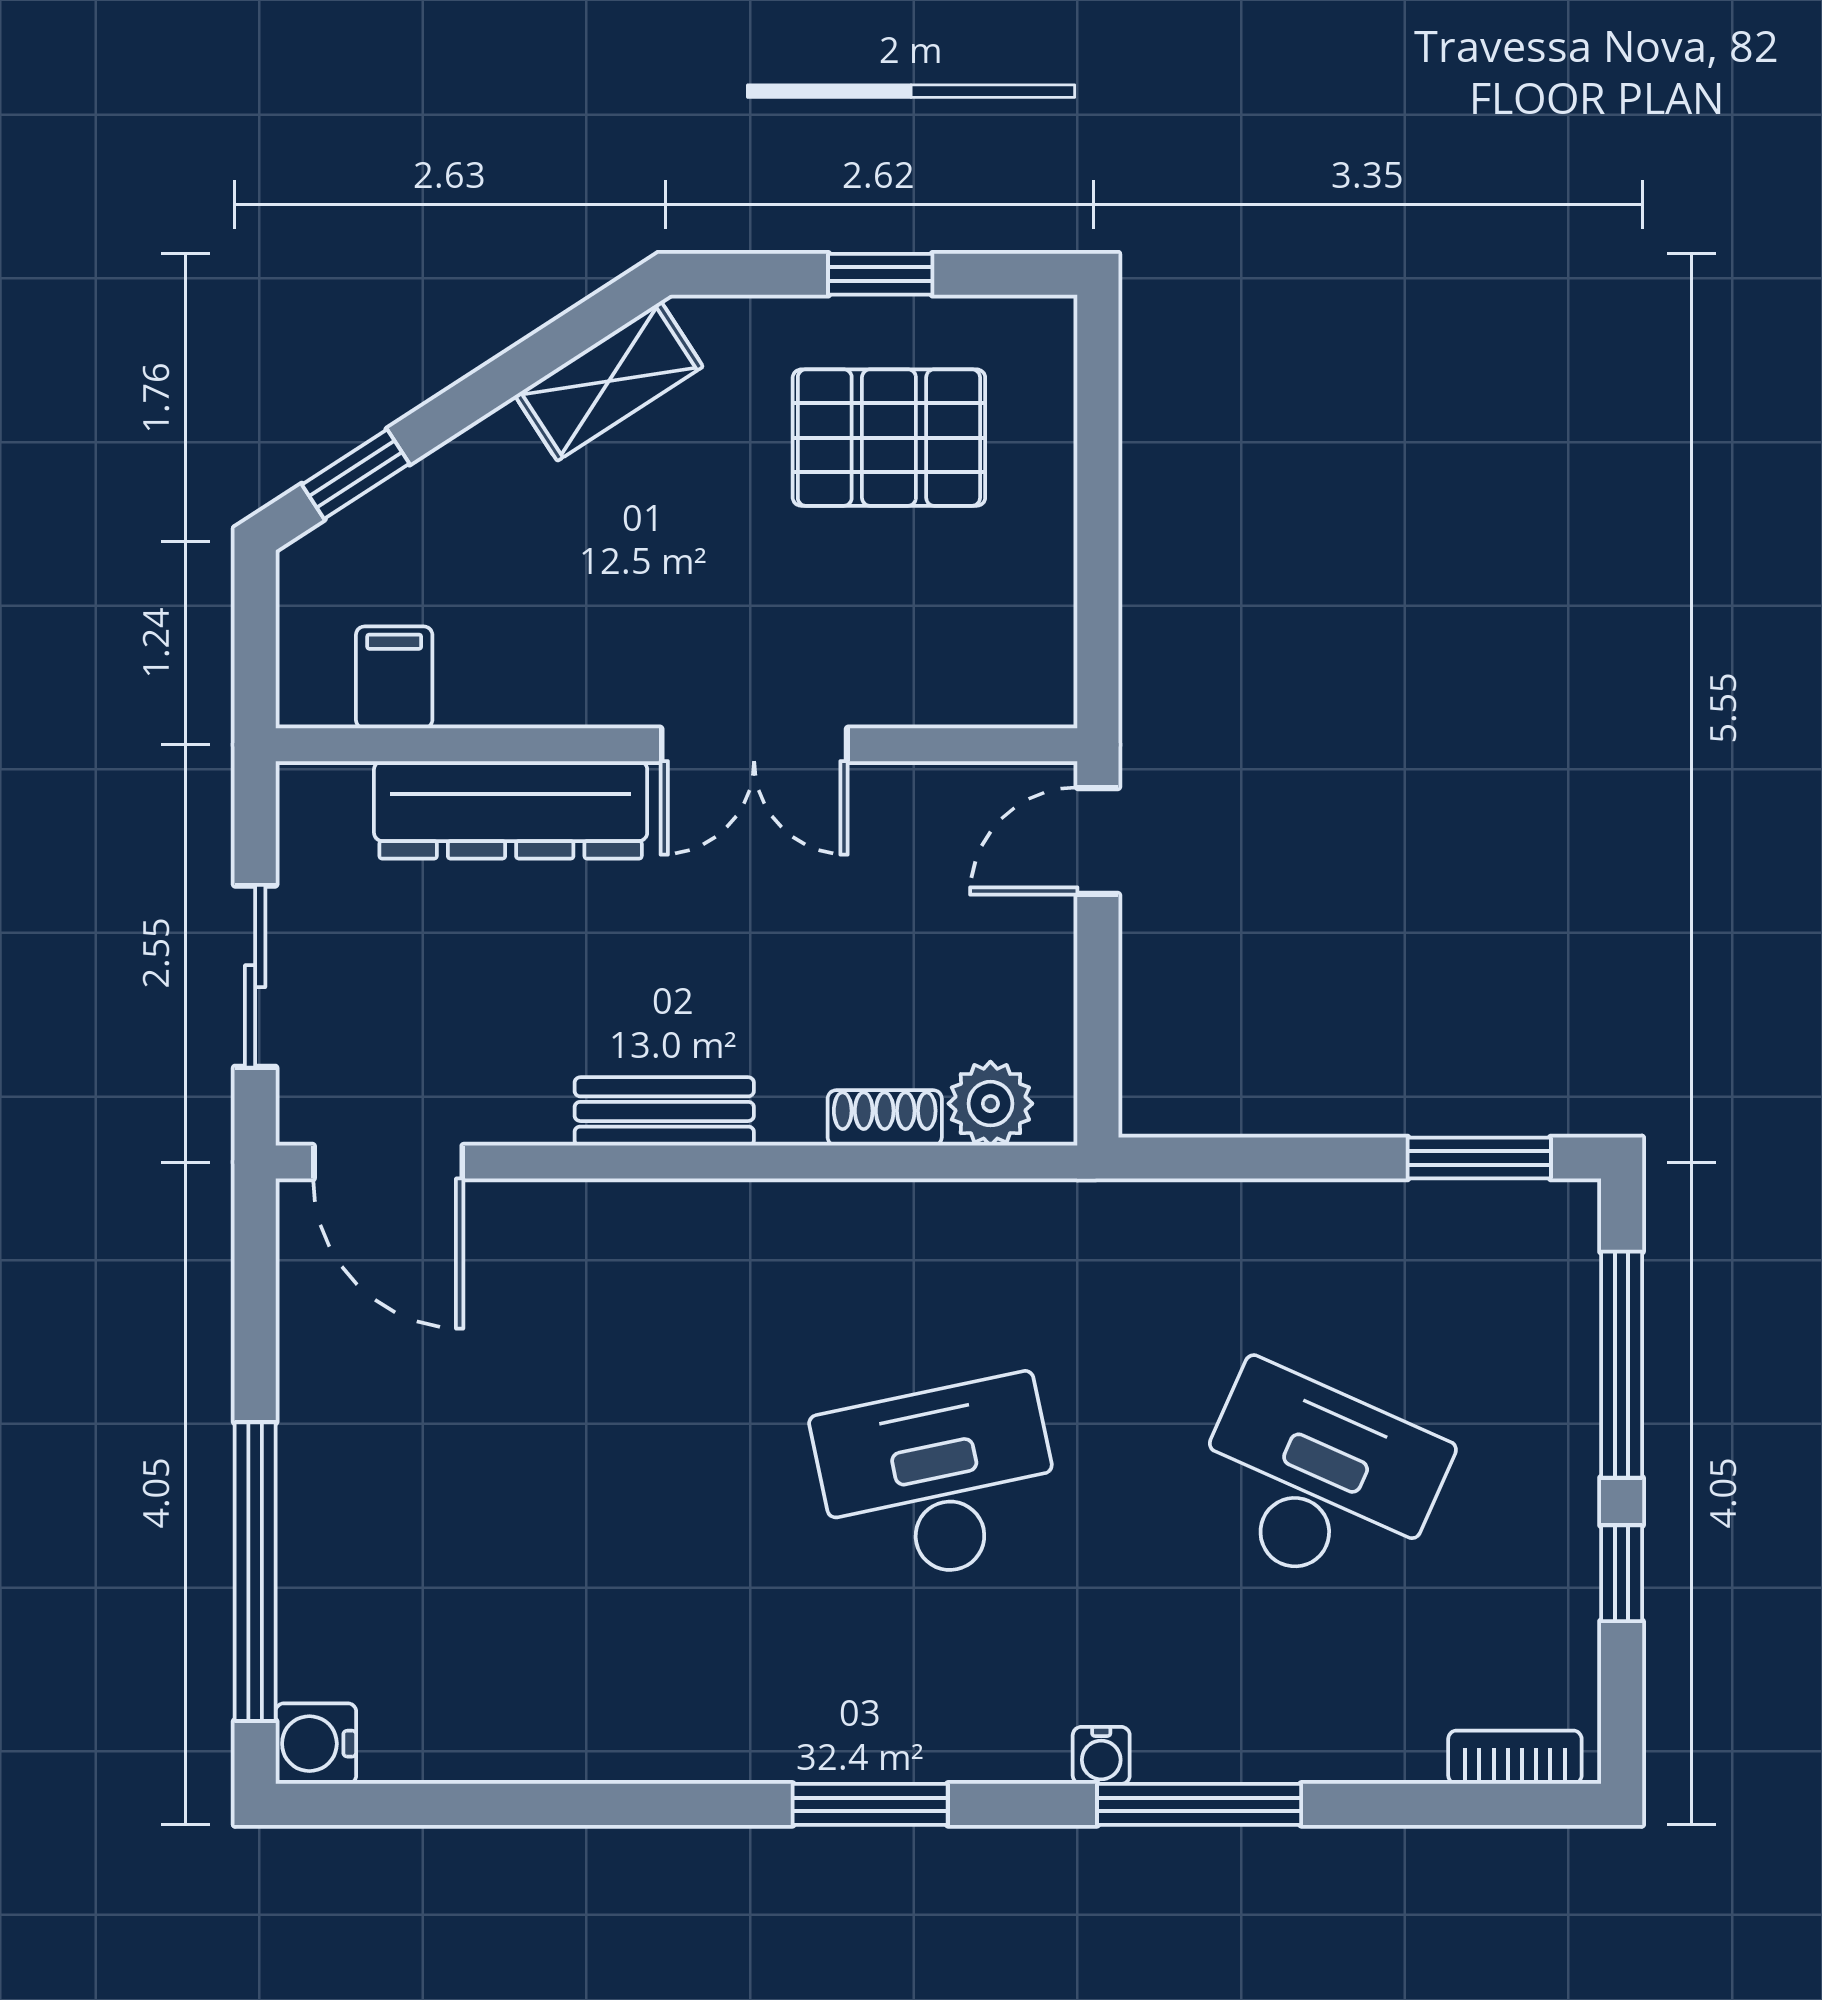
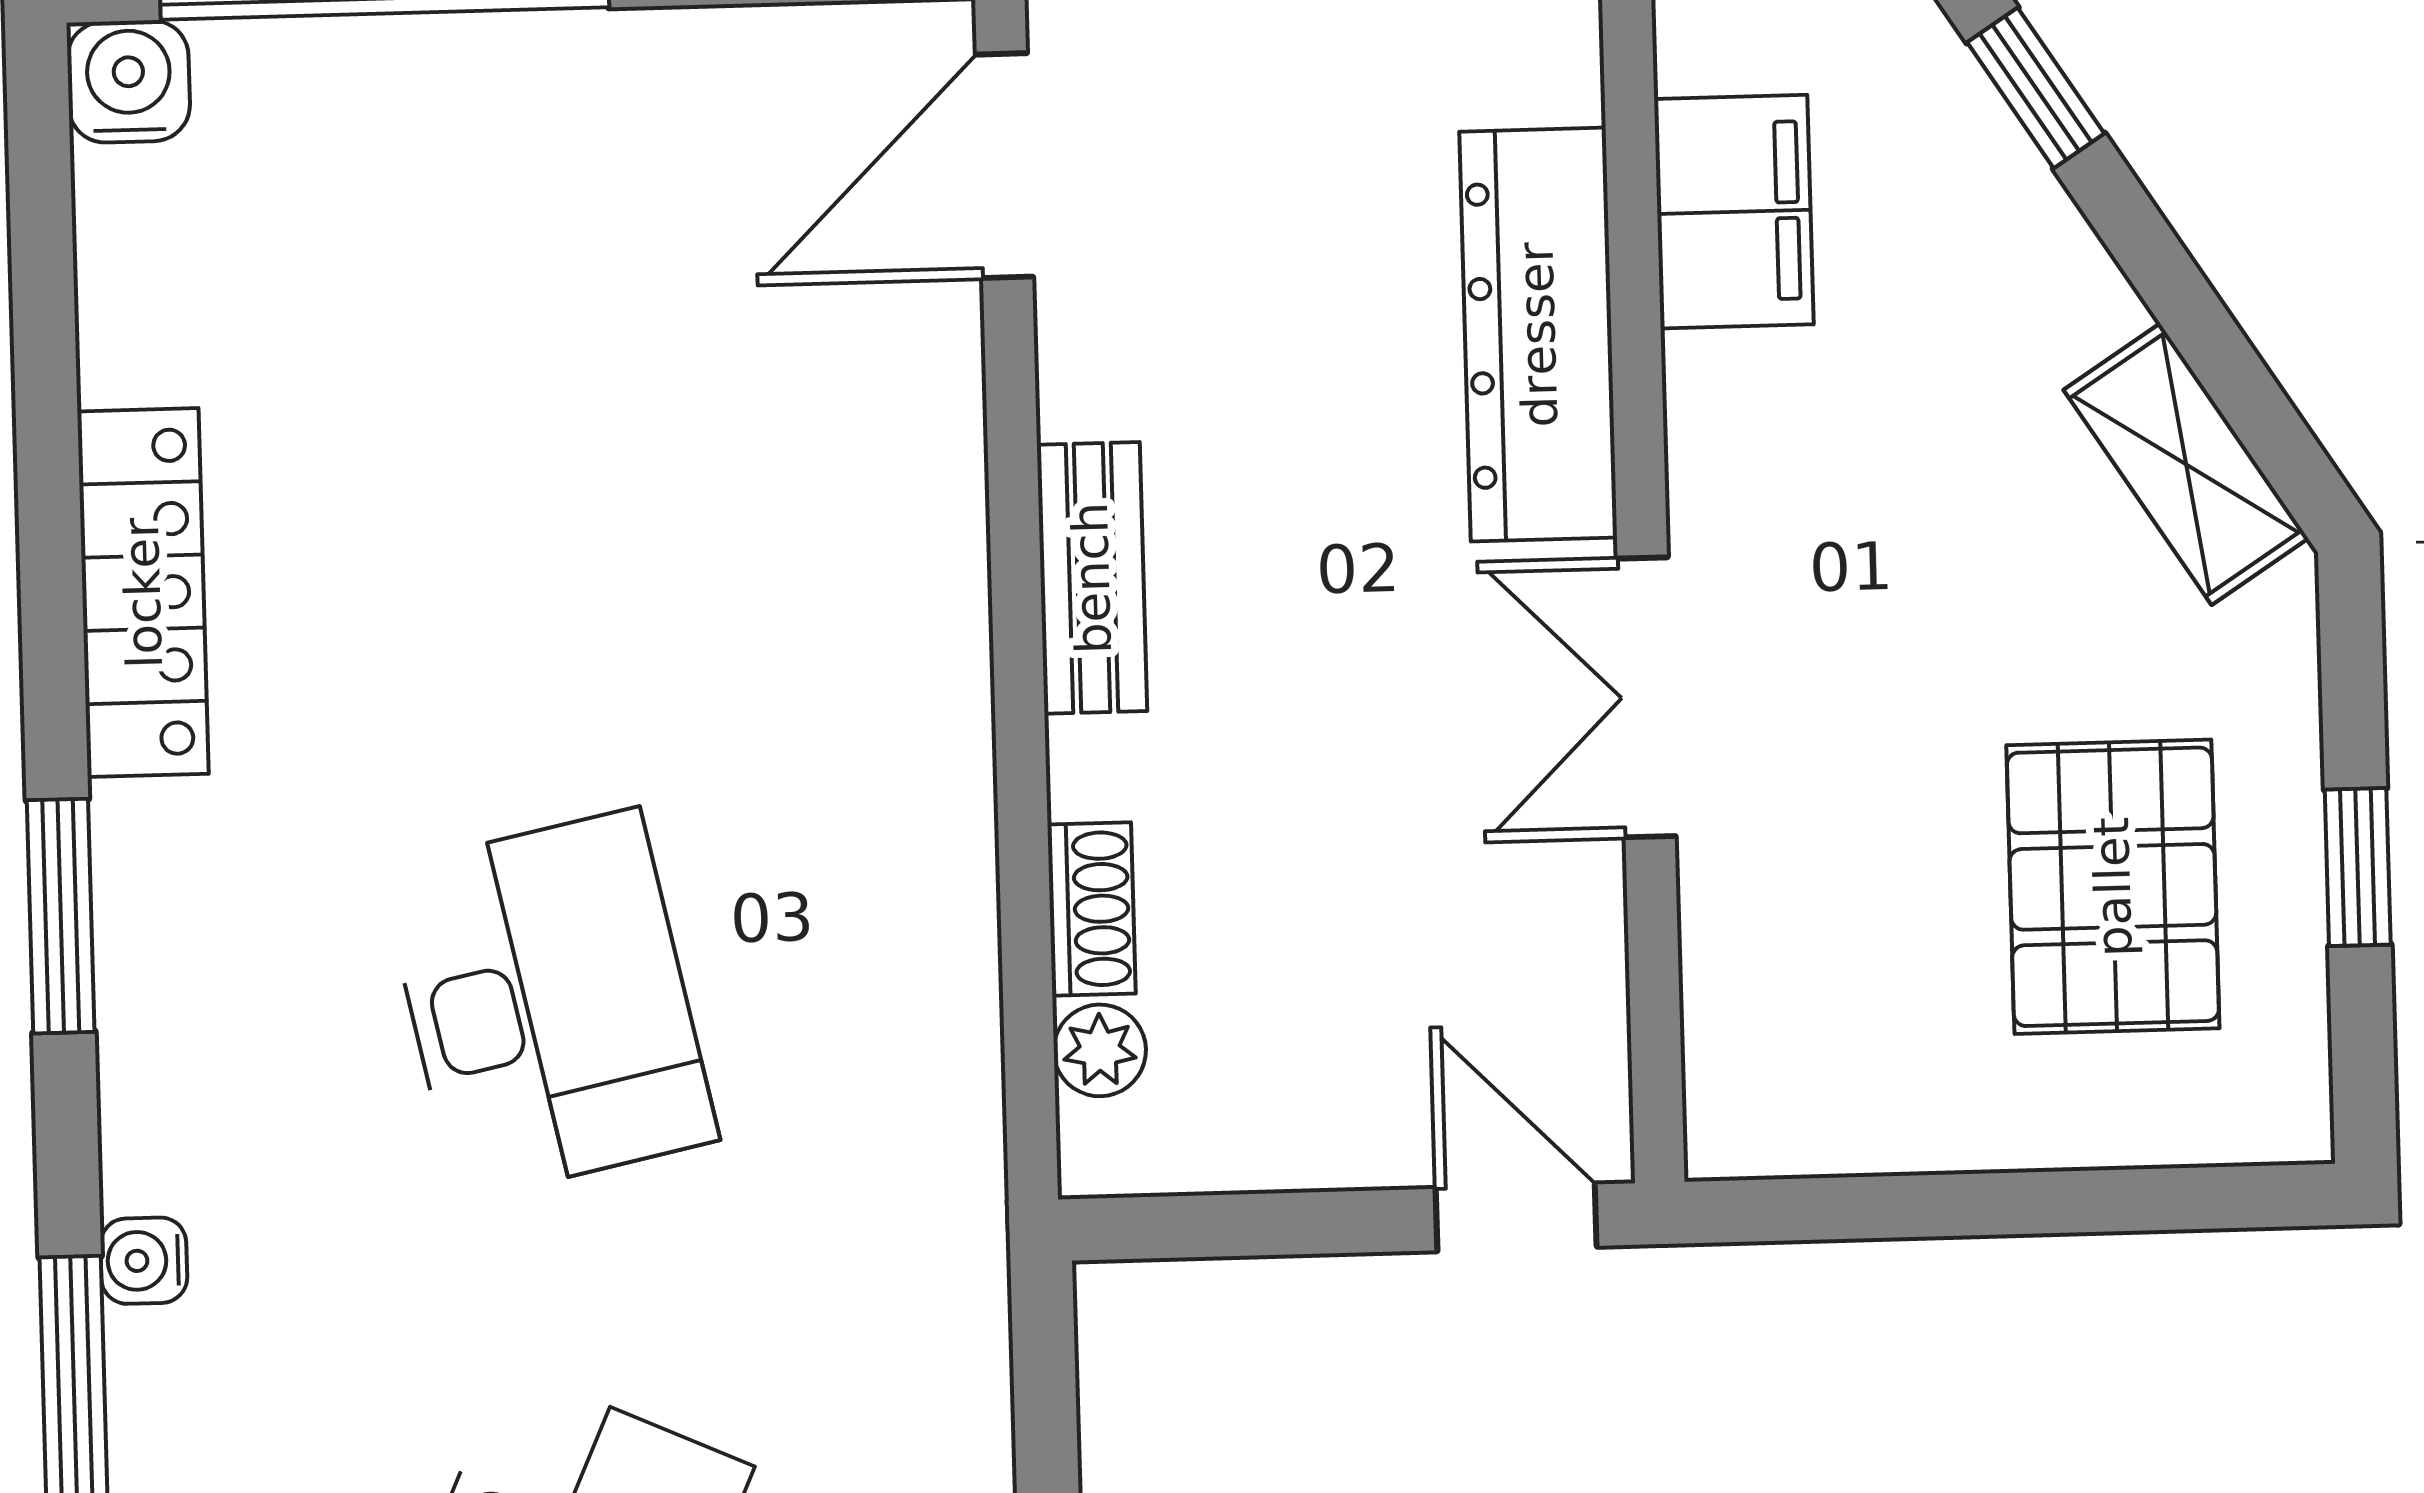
filing cabinet: (394, 677) -> (1734, 212), width x2.00
plant: (990, 1104) -> (1100, 1050), width x0.73, depth x0.73
locker: (656, 1744) -> (143, 593), added

